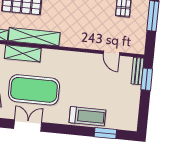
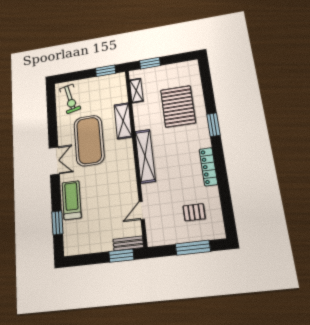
shelving: (34, 37) -> (145, 156), moved
treadmill: (87, 116) -> (72, 200), turned 180
double door: (28, 126) -> (54, 161), moved

